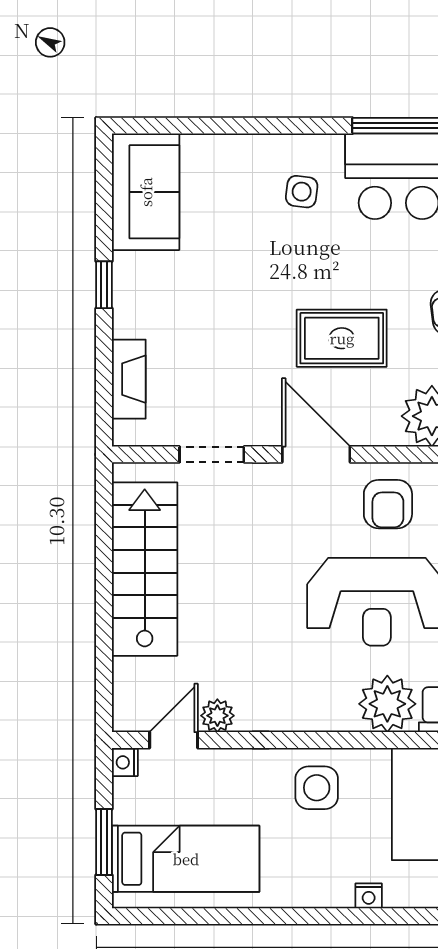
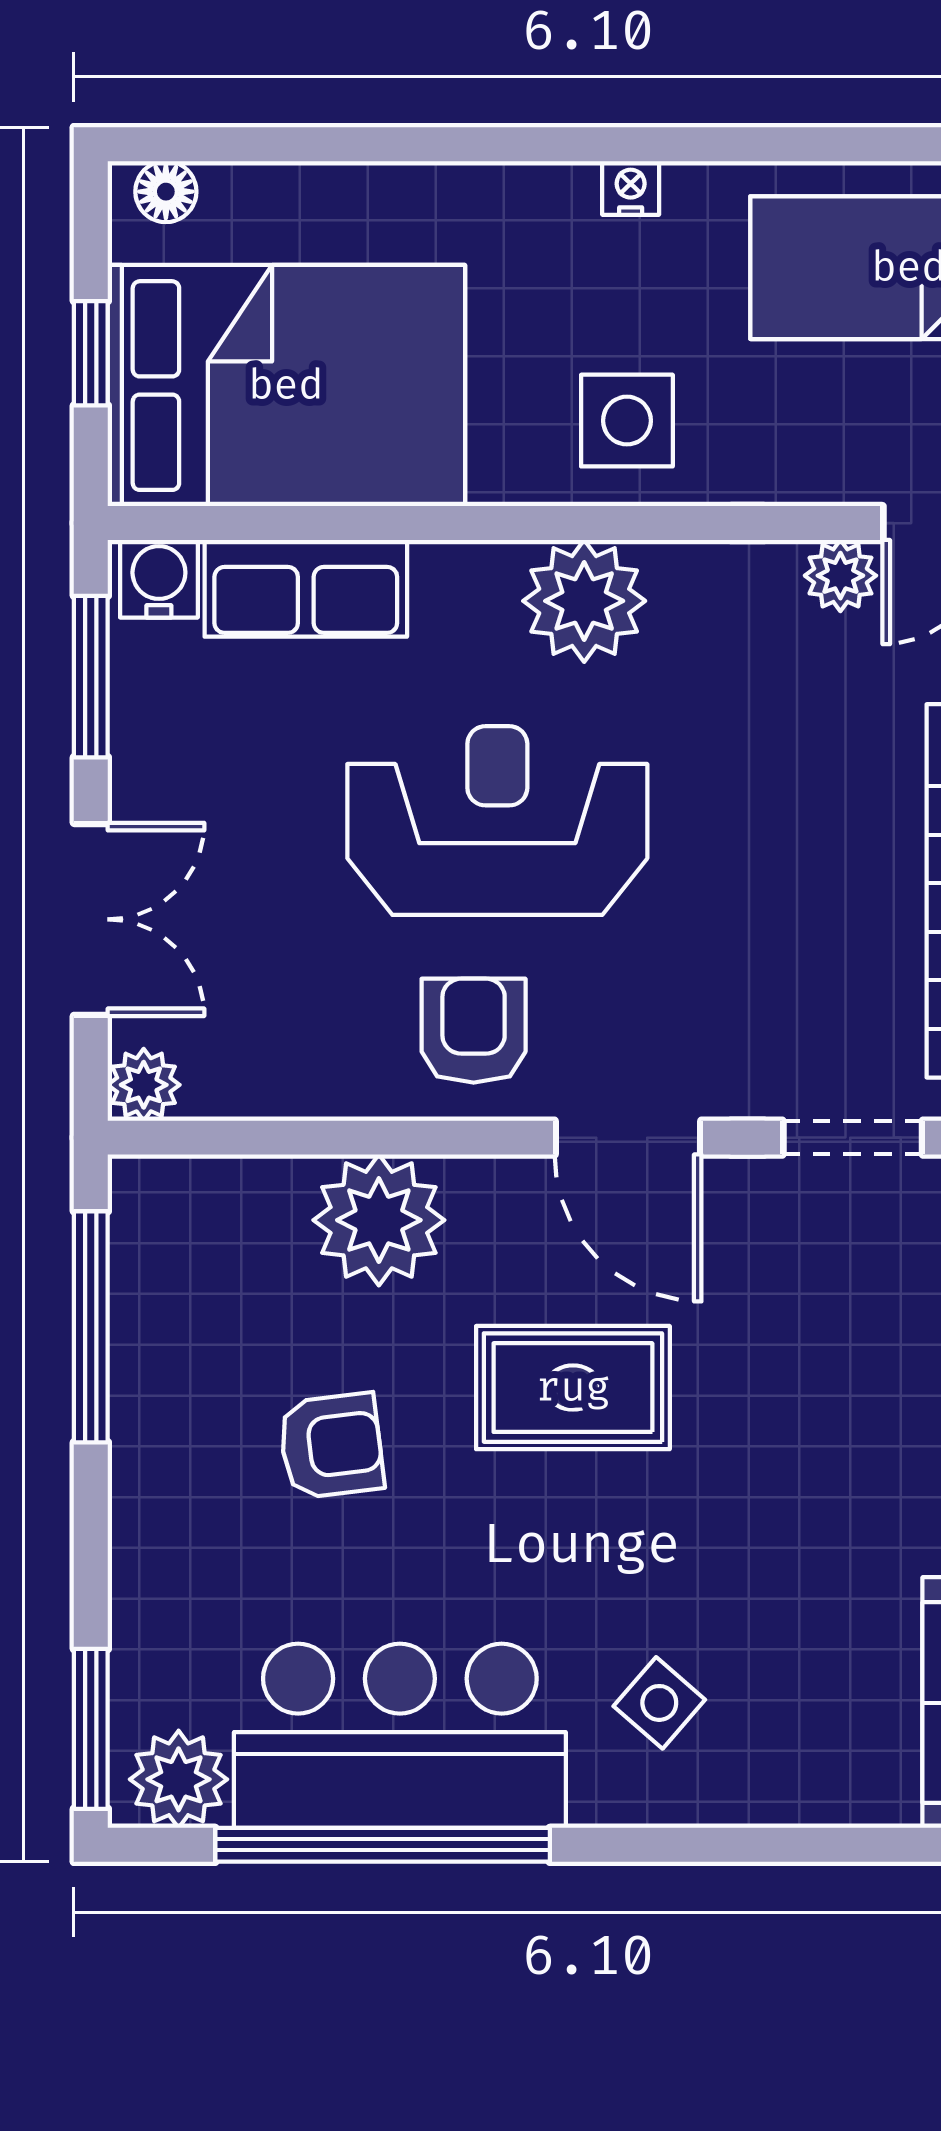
side table: (302, 192) -> (659, 1703), turned 34
plant: (387, 704) -> (584, 601), moved
nightstand: (369, 896) -> (631, 188), moved

